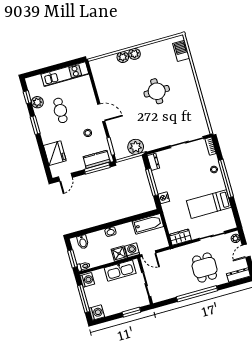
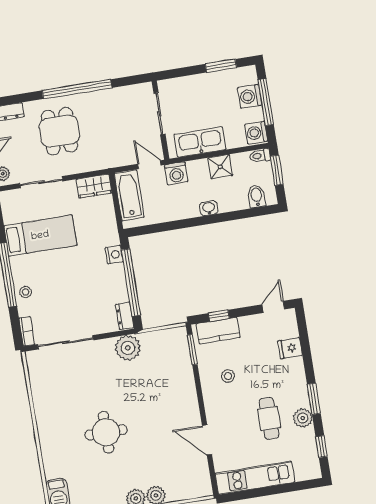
plant: (37, 102) -> (303, 418), moved
door: (101, 113) -> (207, 440), moved
plant: (136, 147) -> (128, 348), moved
fridge: (55, 153) -> (290, 348), width x0.53, depth x0.75
window: (97, 168) -> (219, 316), width x0.46
window: (152, 182) -> (131, 283), width x1.46
bathtub: (148, 224) -> (129, 195), moved, turned 90
shower: (119, 254) -> (220, 167), moved
window: (131, 312) -> (221, 66), moved
washing machine: (97, 313) -> (250, 96), moved

